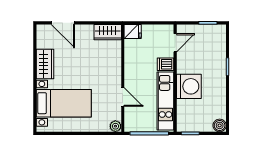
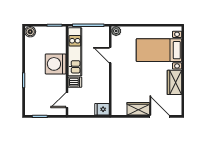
wardrobe: (108, 32) -> (138, 109), moved

